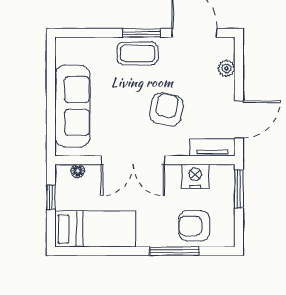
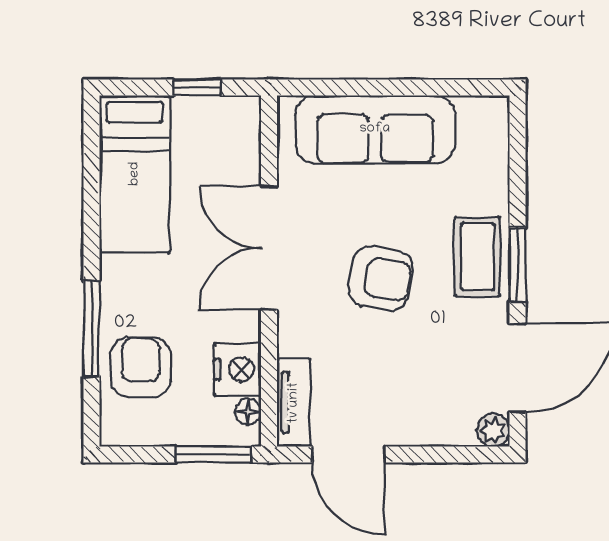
plant: (226, 68) -> (493, 430), moved
armchair: (166, 109) -> (381, 278), moved
floor lamp: (78, 171) -> (248, 412), moved

